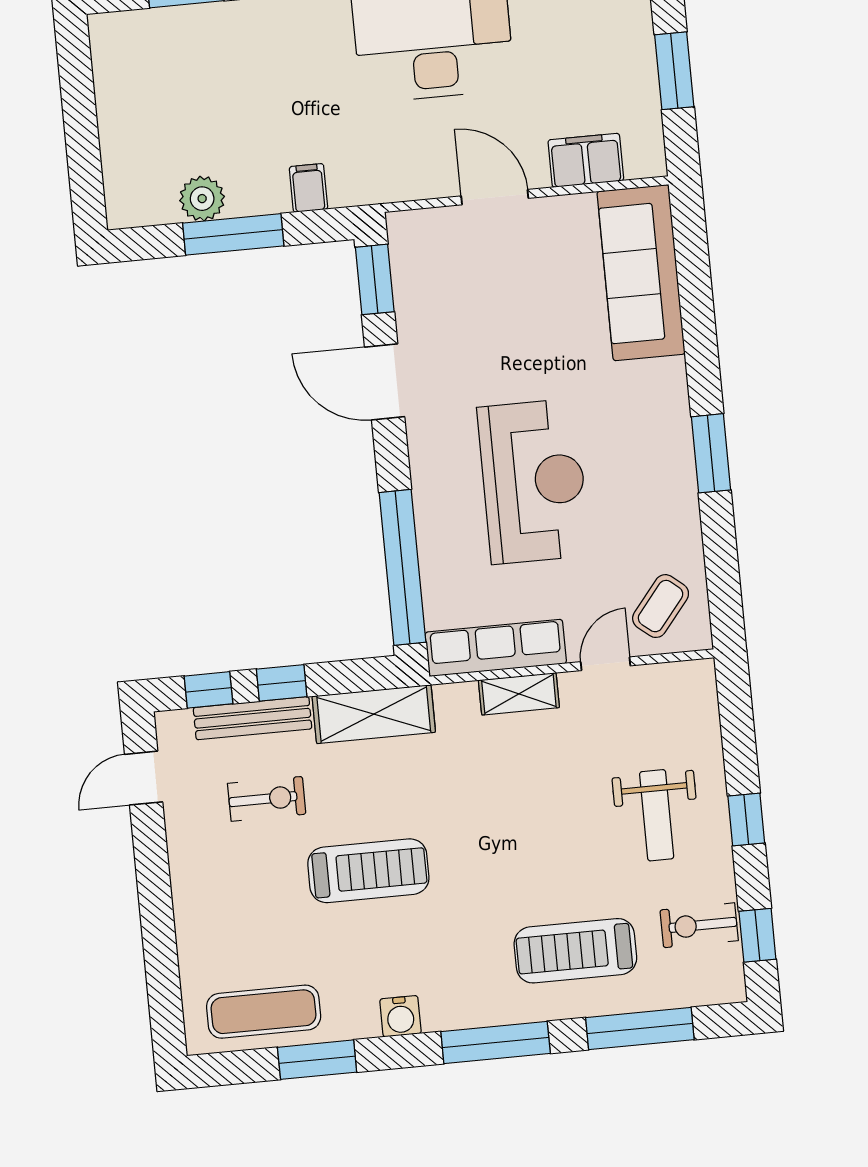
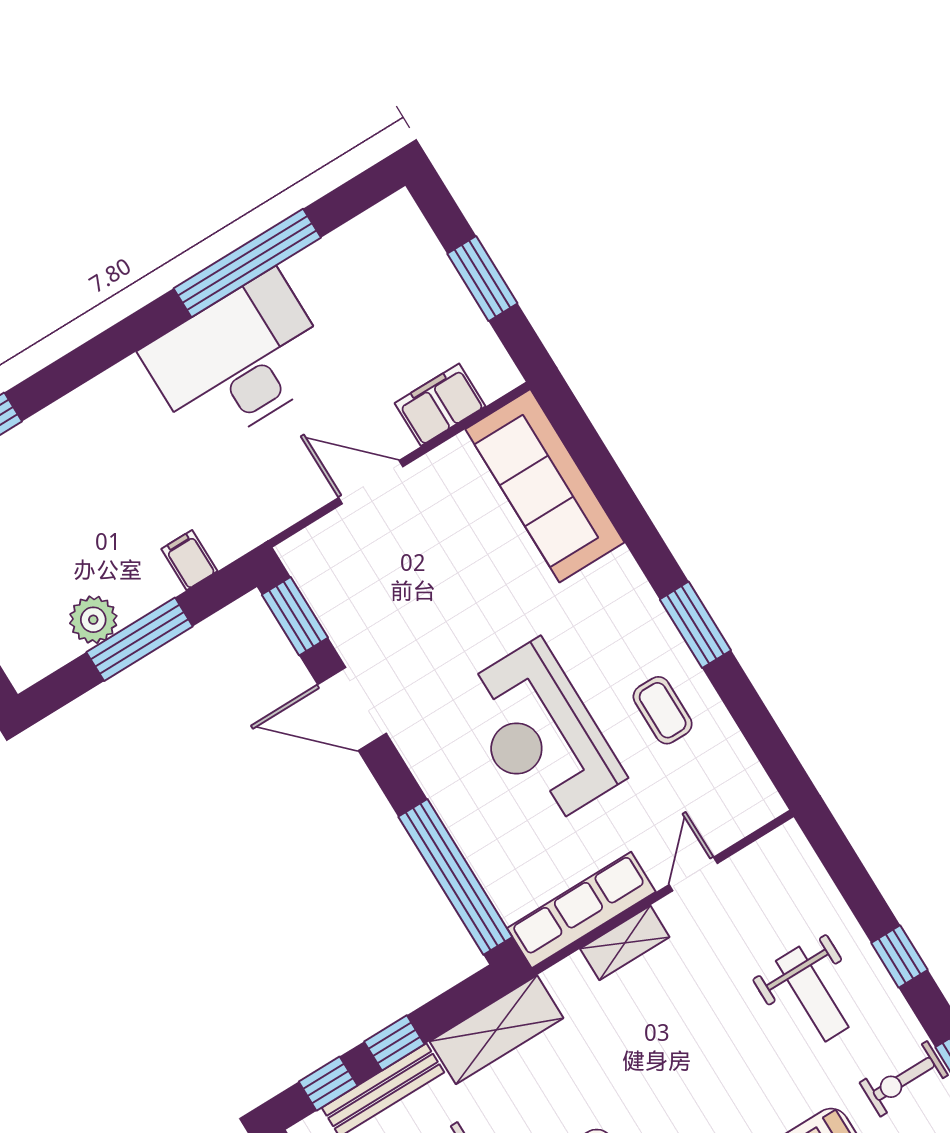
reception desk: (534, 481) -> (540, 734), turned 180
coffee table: (661, 606) -> (663, 710), moved, turned -39

